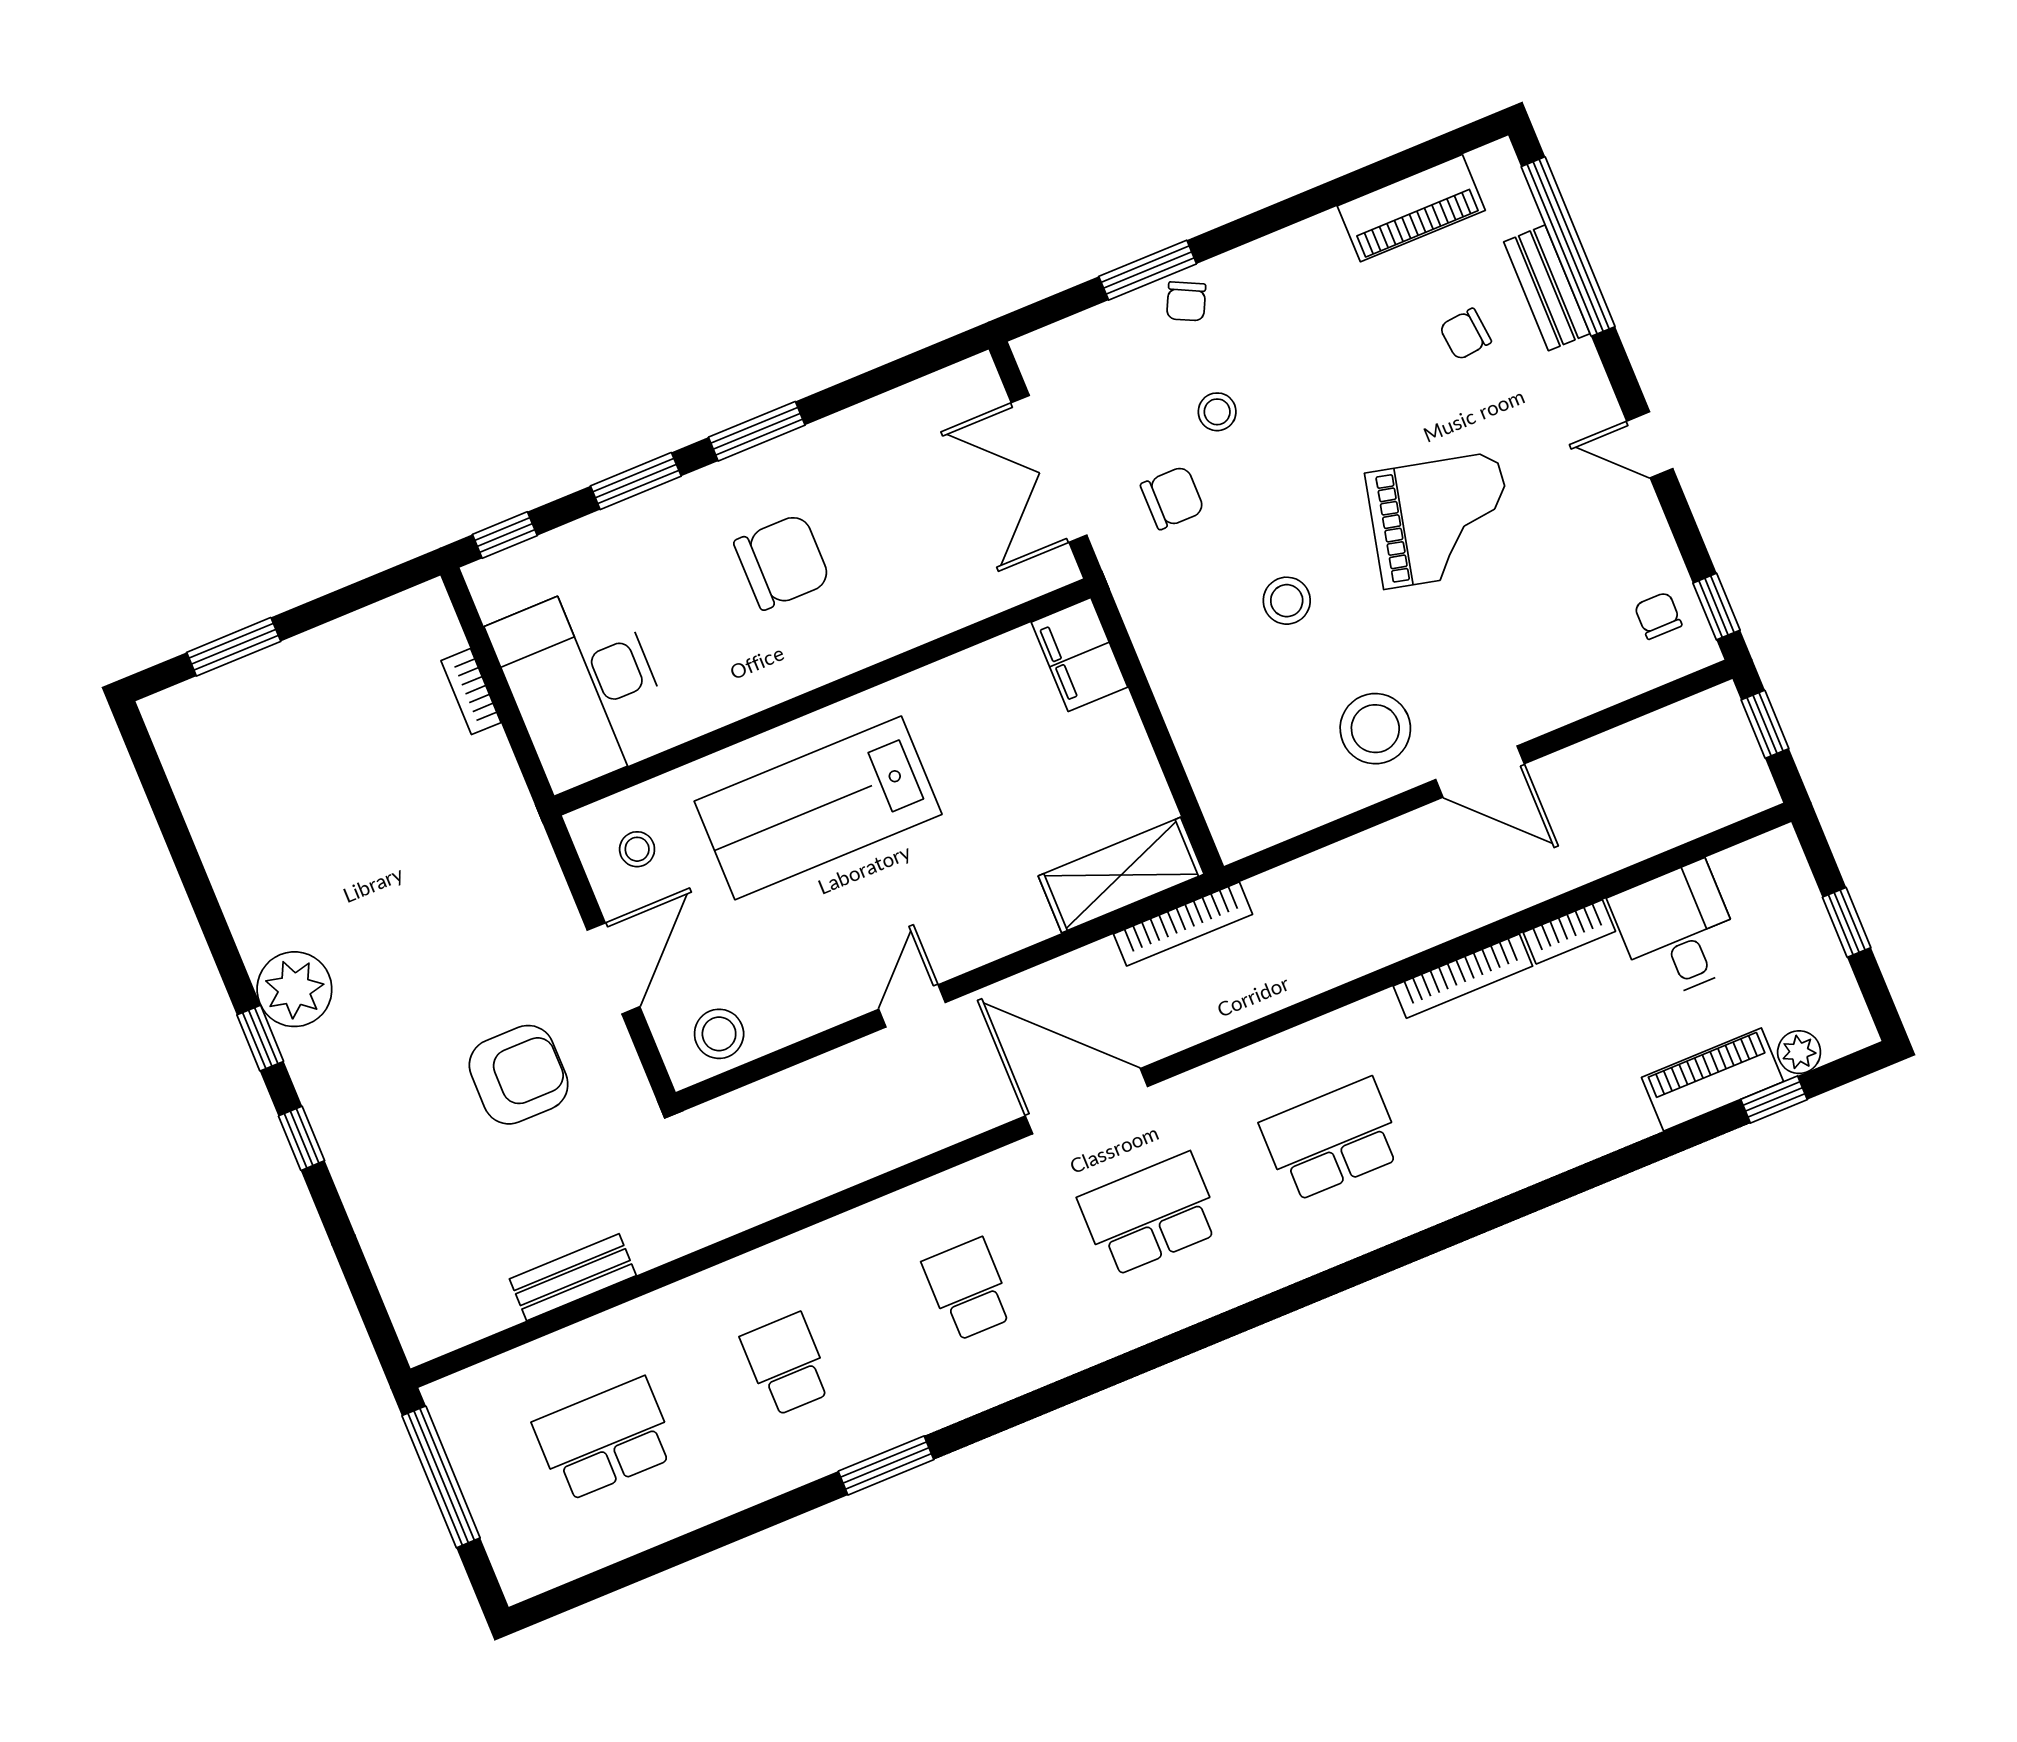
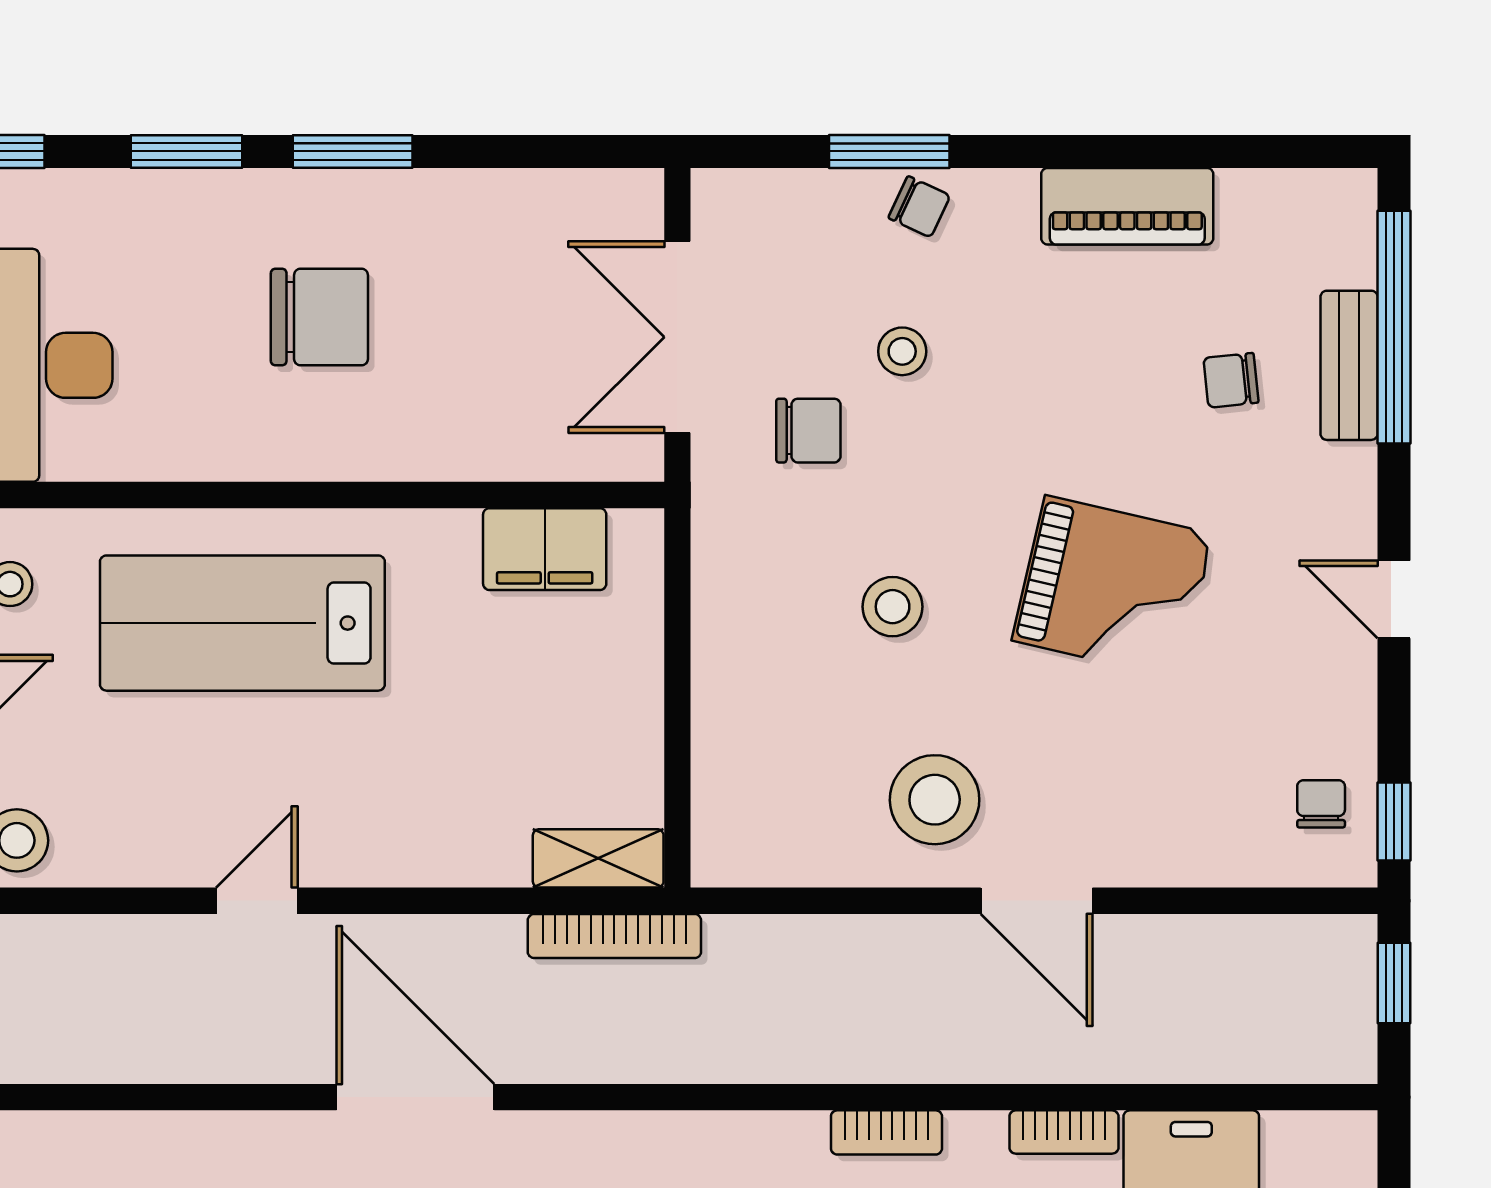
piano: (1411, 208) -> (1127, 206), moved
chair: (1186, 301) -> (919, 207), turned -91
filing cabinet: (1079, 655) -> (545, 549), moved, turned -90
shelving: (1121, 875) -> (598, 858), width x0.67, depth x0.75
bookcase: (1463, 976) -> (886, 1132), width x0.64

